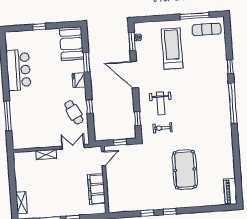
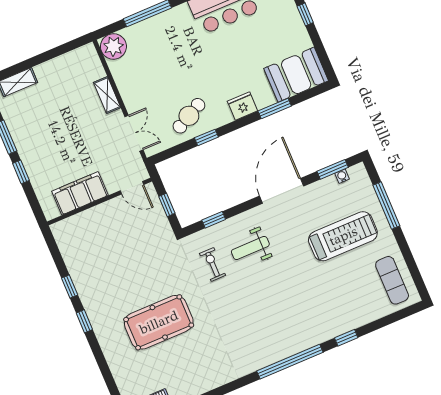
window: (195, 16) -> (386, 205), moved
plant: (20, 142) -> (113, 47), added

